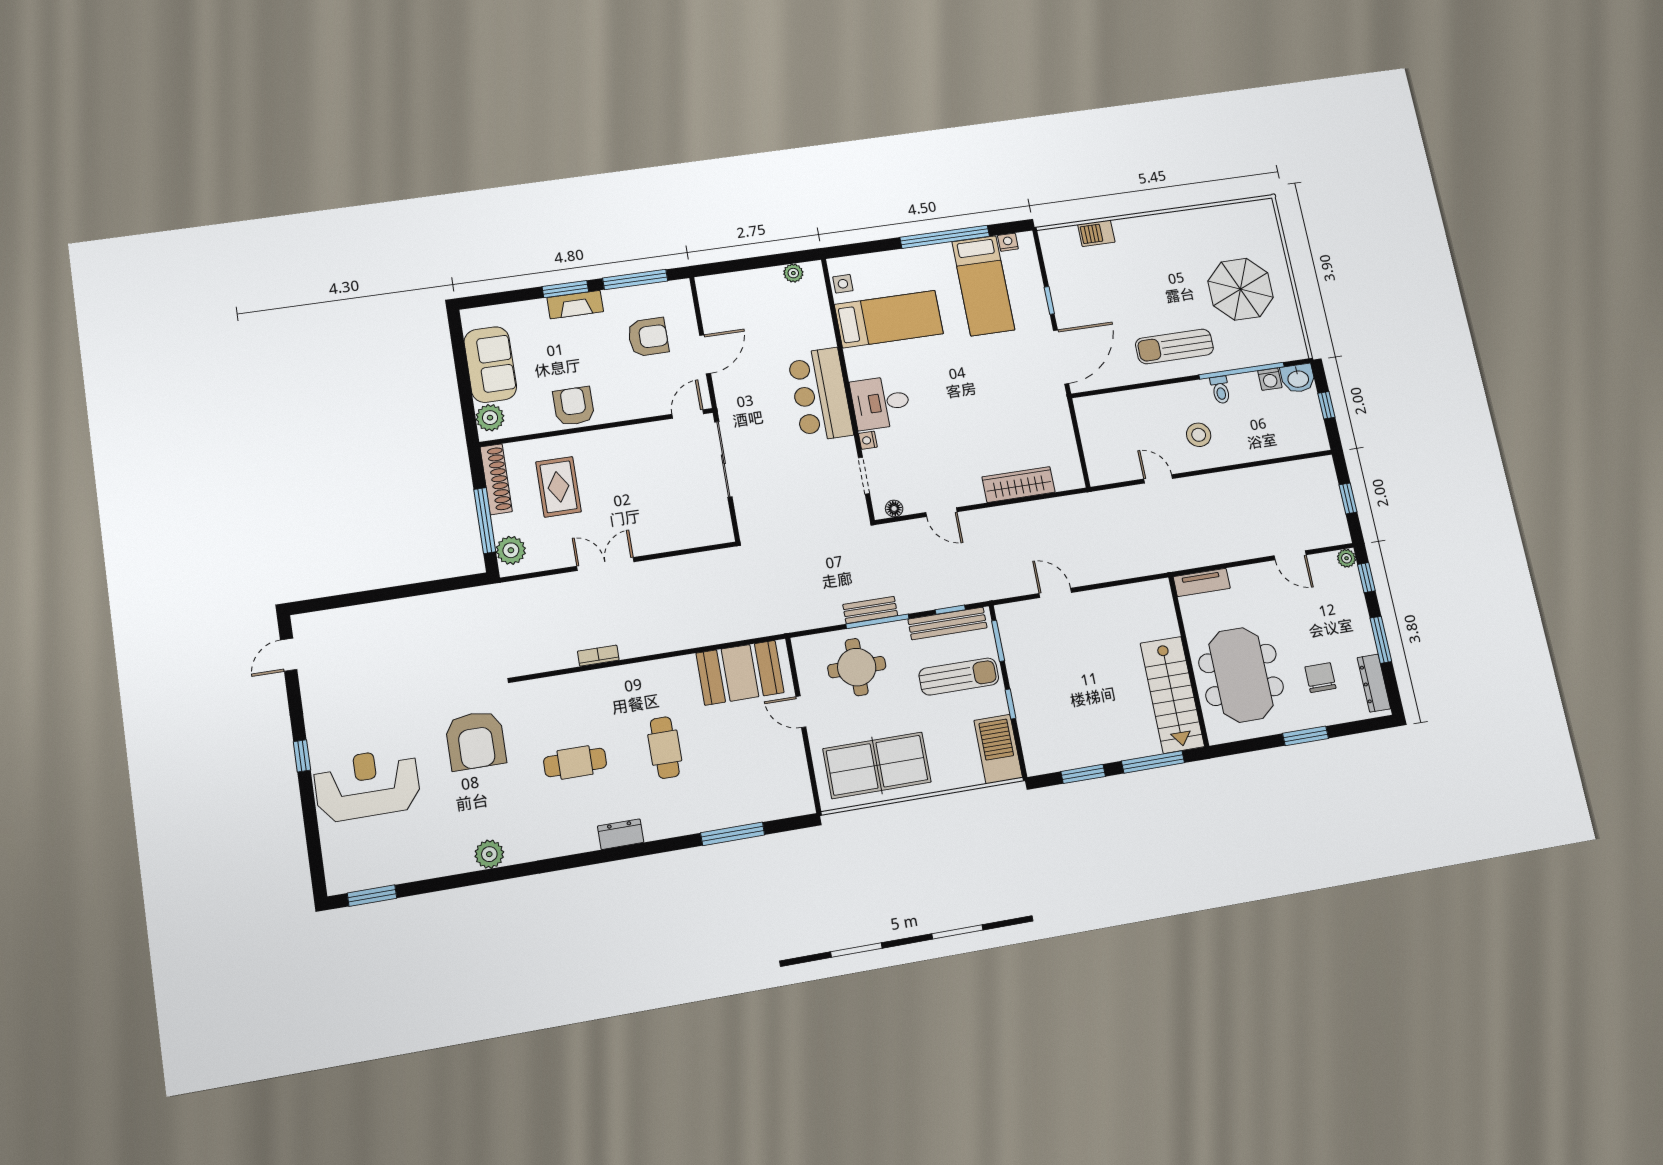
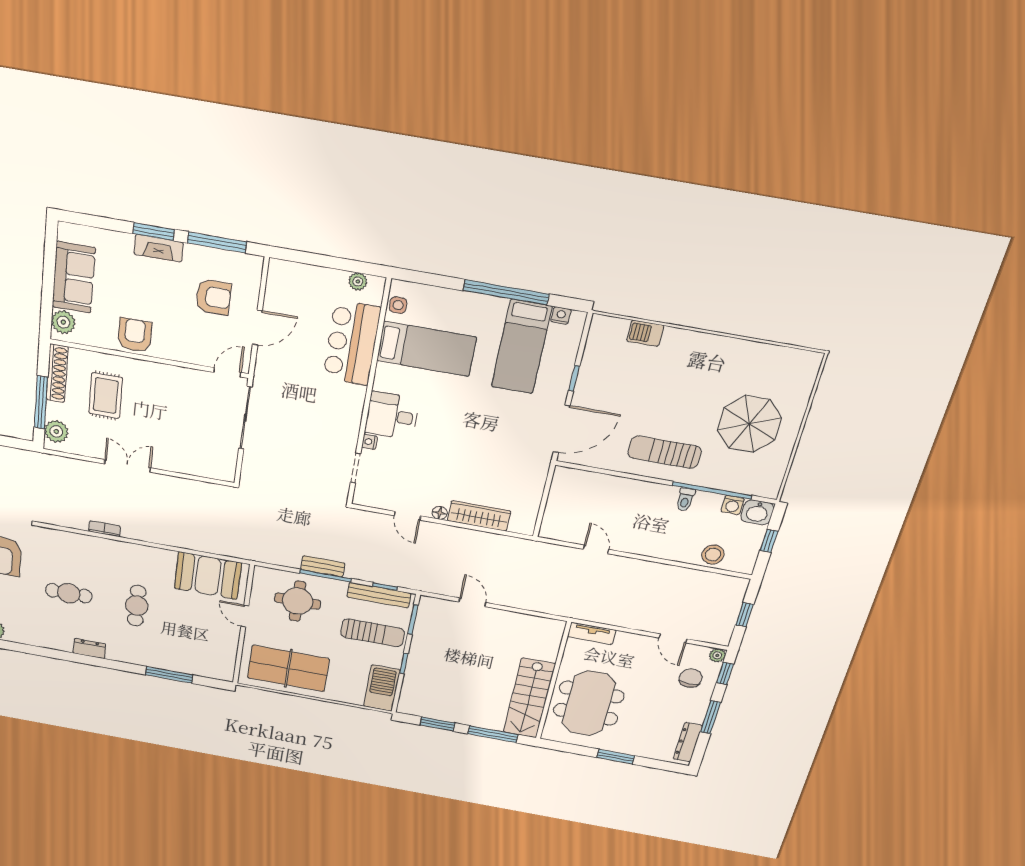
bar counter: (820, 395) -> (352, 343), moved
stool: (1199, 435) -> (713, 555), moved
floor lamp: (894, 508) -> (440, 513), moved
chair: (1320, 678) -> (691, 678), moved

